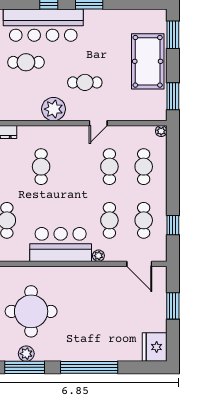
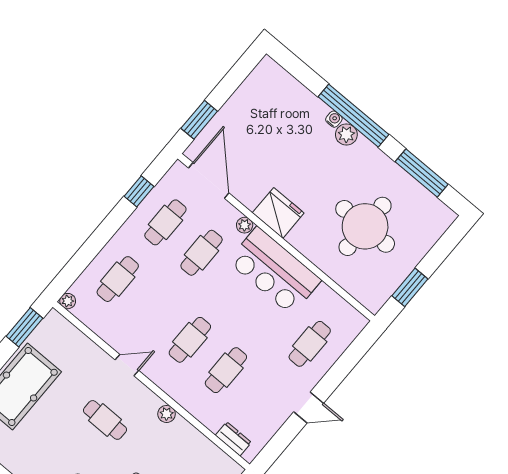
plant: (54, 109) -> (167, 414), width x0.53, depth x0.53
cafe table: (109, 167) -> (190, 340), moved
door: (139, 264) -> (209, 180), width x1.36
window: (173, 306) -> (199, 120), moved
fridge: (155, 347) -> (278, 213), moved, turned -90
plant: (26, 354) -> (346, 135), moved
water cooler: (98, 356) -> (334, 119), added

